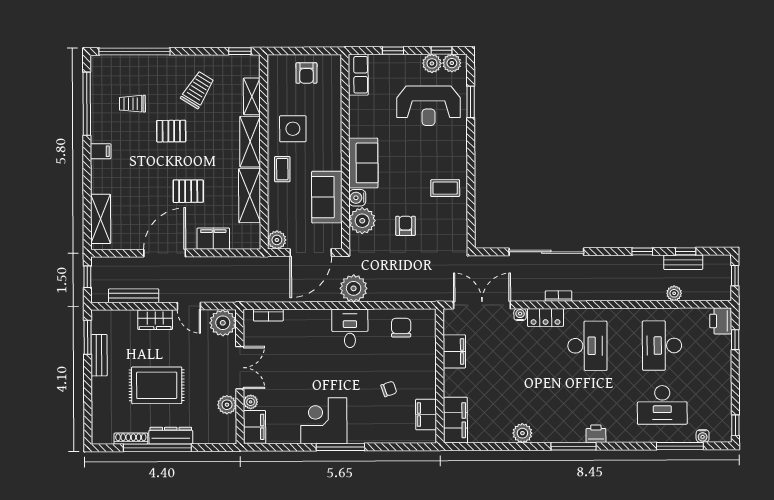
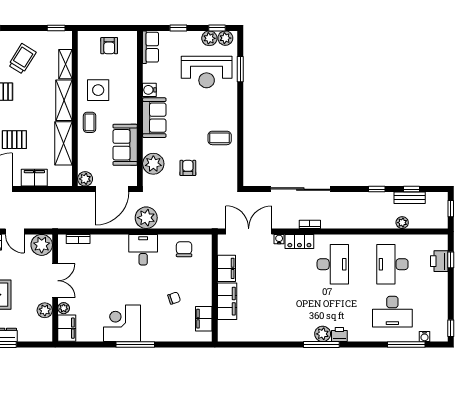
water cooler: (357, 198) -> (149, 90), moved
printer: (721, 321) -> (439, 261), moved
filing cabinet: (455, 420) -> (227, 301), moved
plant: (522, 433) -> (323, 334), moved

